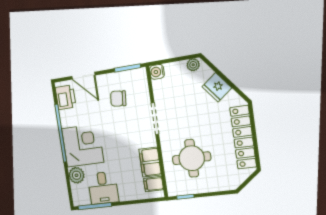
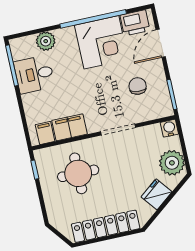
plant: (193, 65) -> (172, 163), width x1.87, depth x1.87
corner desk: (83, 145) -> (101, 42), moved

